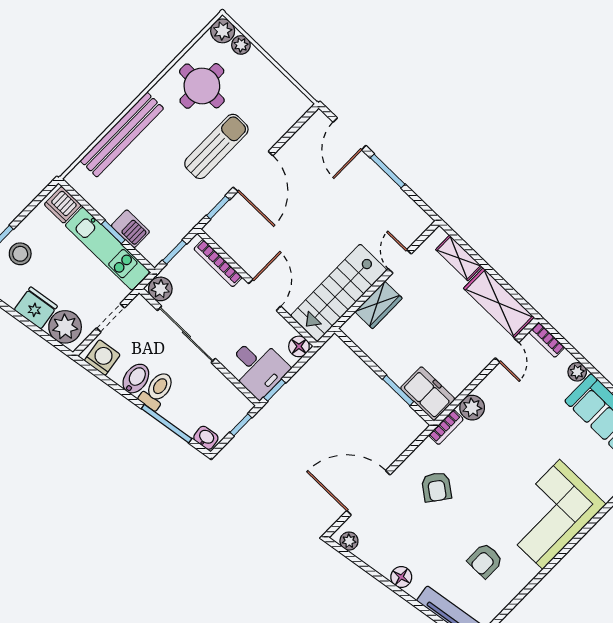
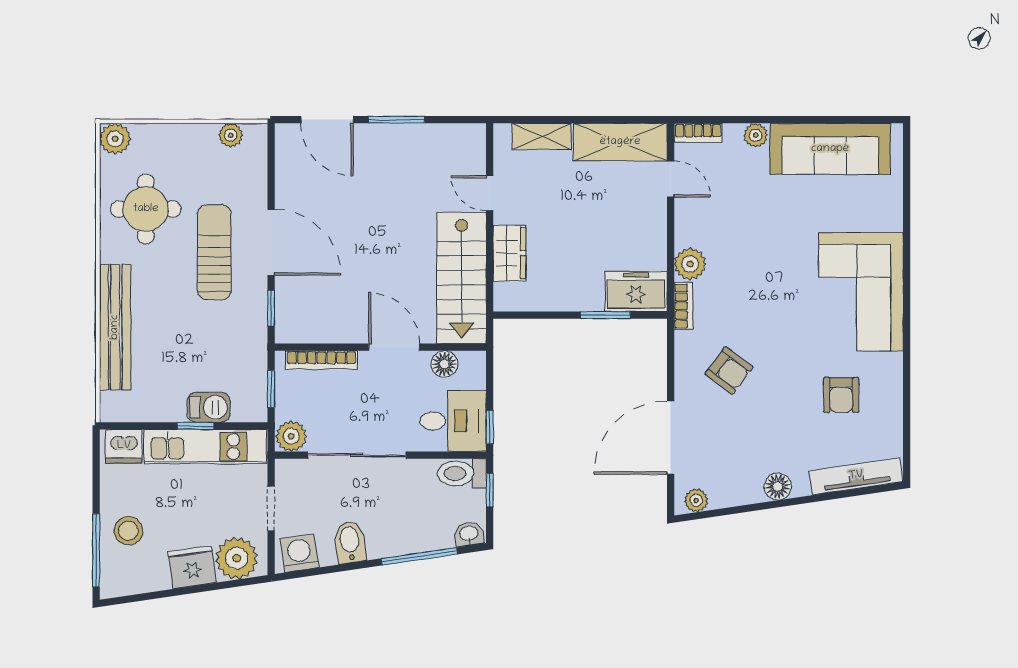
plant: (241, 45) -> (231, 135), moved
floor lamp: (299, 346) -> (444, 364), moved
toilet: (157, 390) -> (462, 473), moved, turned -82

